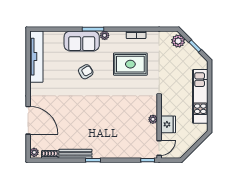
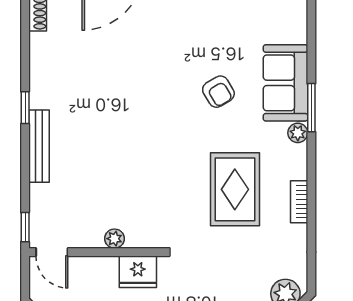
fridge: (168, 124) -> (138, 272), moved
bench: (75, 154) -> (39, 146), moved

